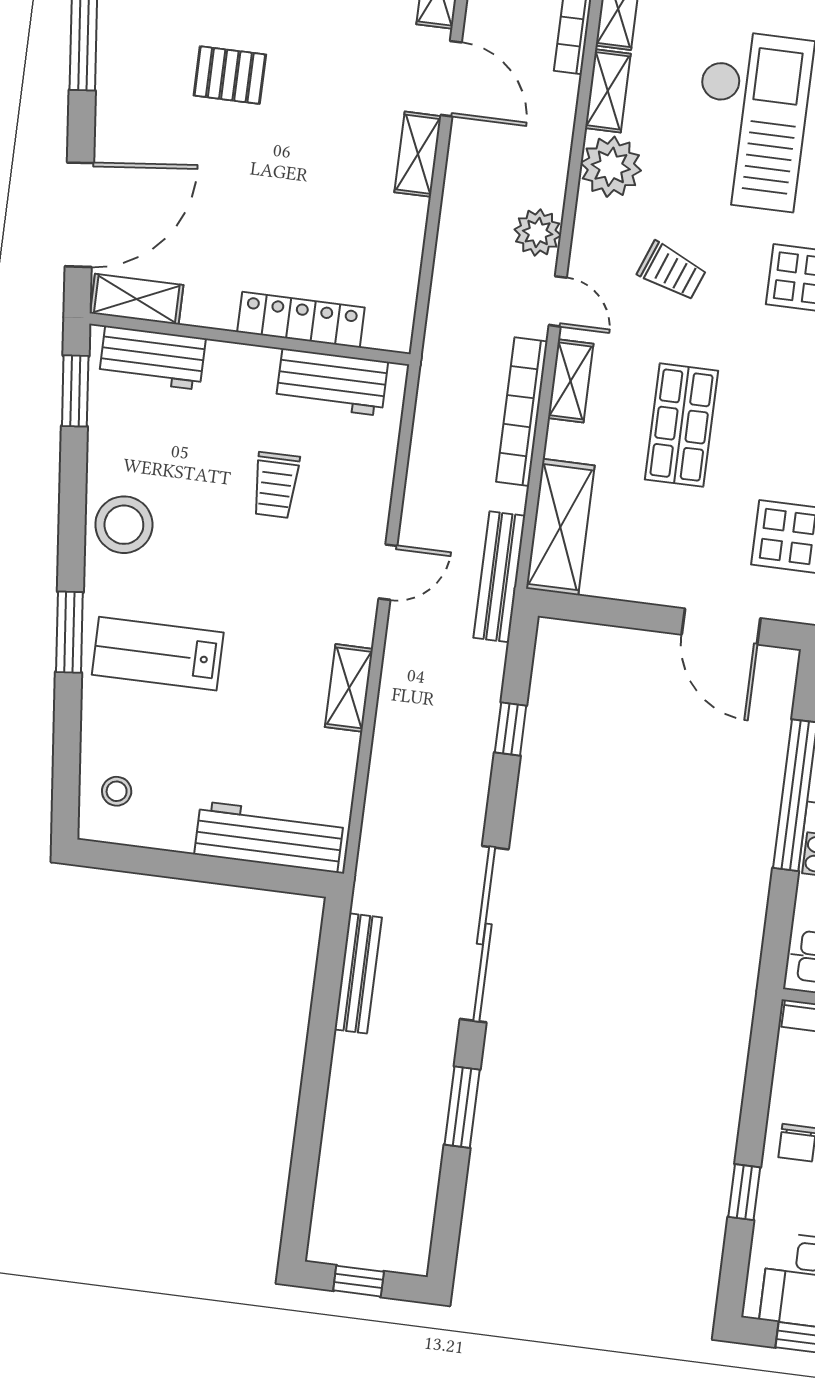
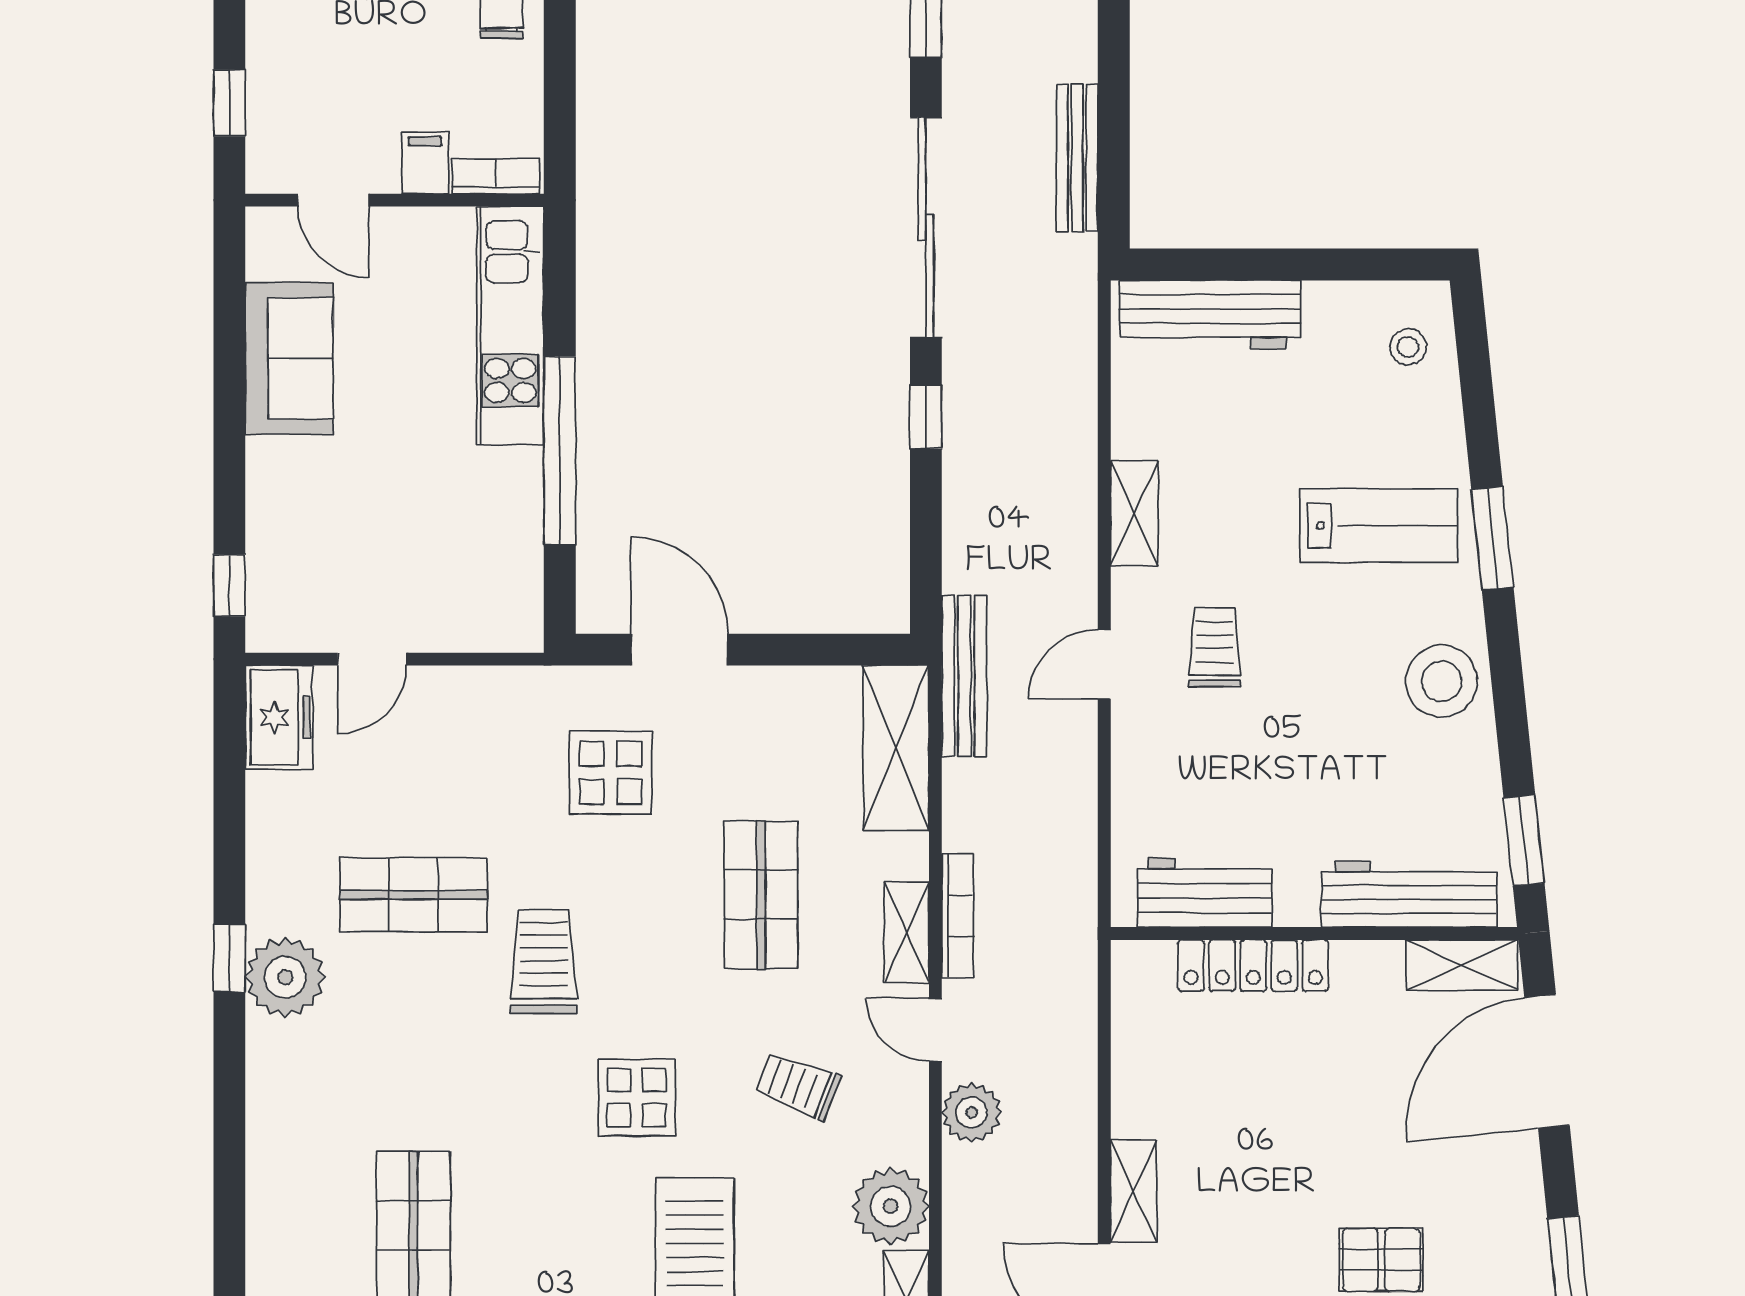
workbench: (152, 358) -> (1409, 894), width x1.37
bookcase: (522, 412) -> (958, 916), width x0.68, depth x0.76
trolley: (276, 485) -> (1215, 647), moved
window: (511, 729) -> (926, 417), moved

